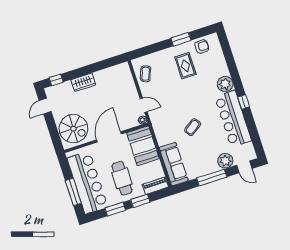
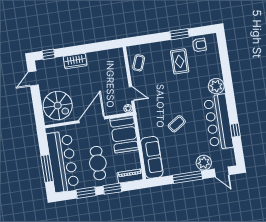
window: (244, 102) -> (235, 130), moved

